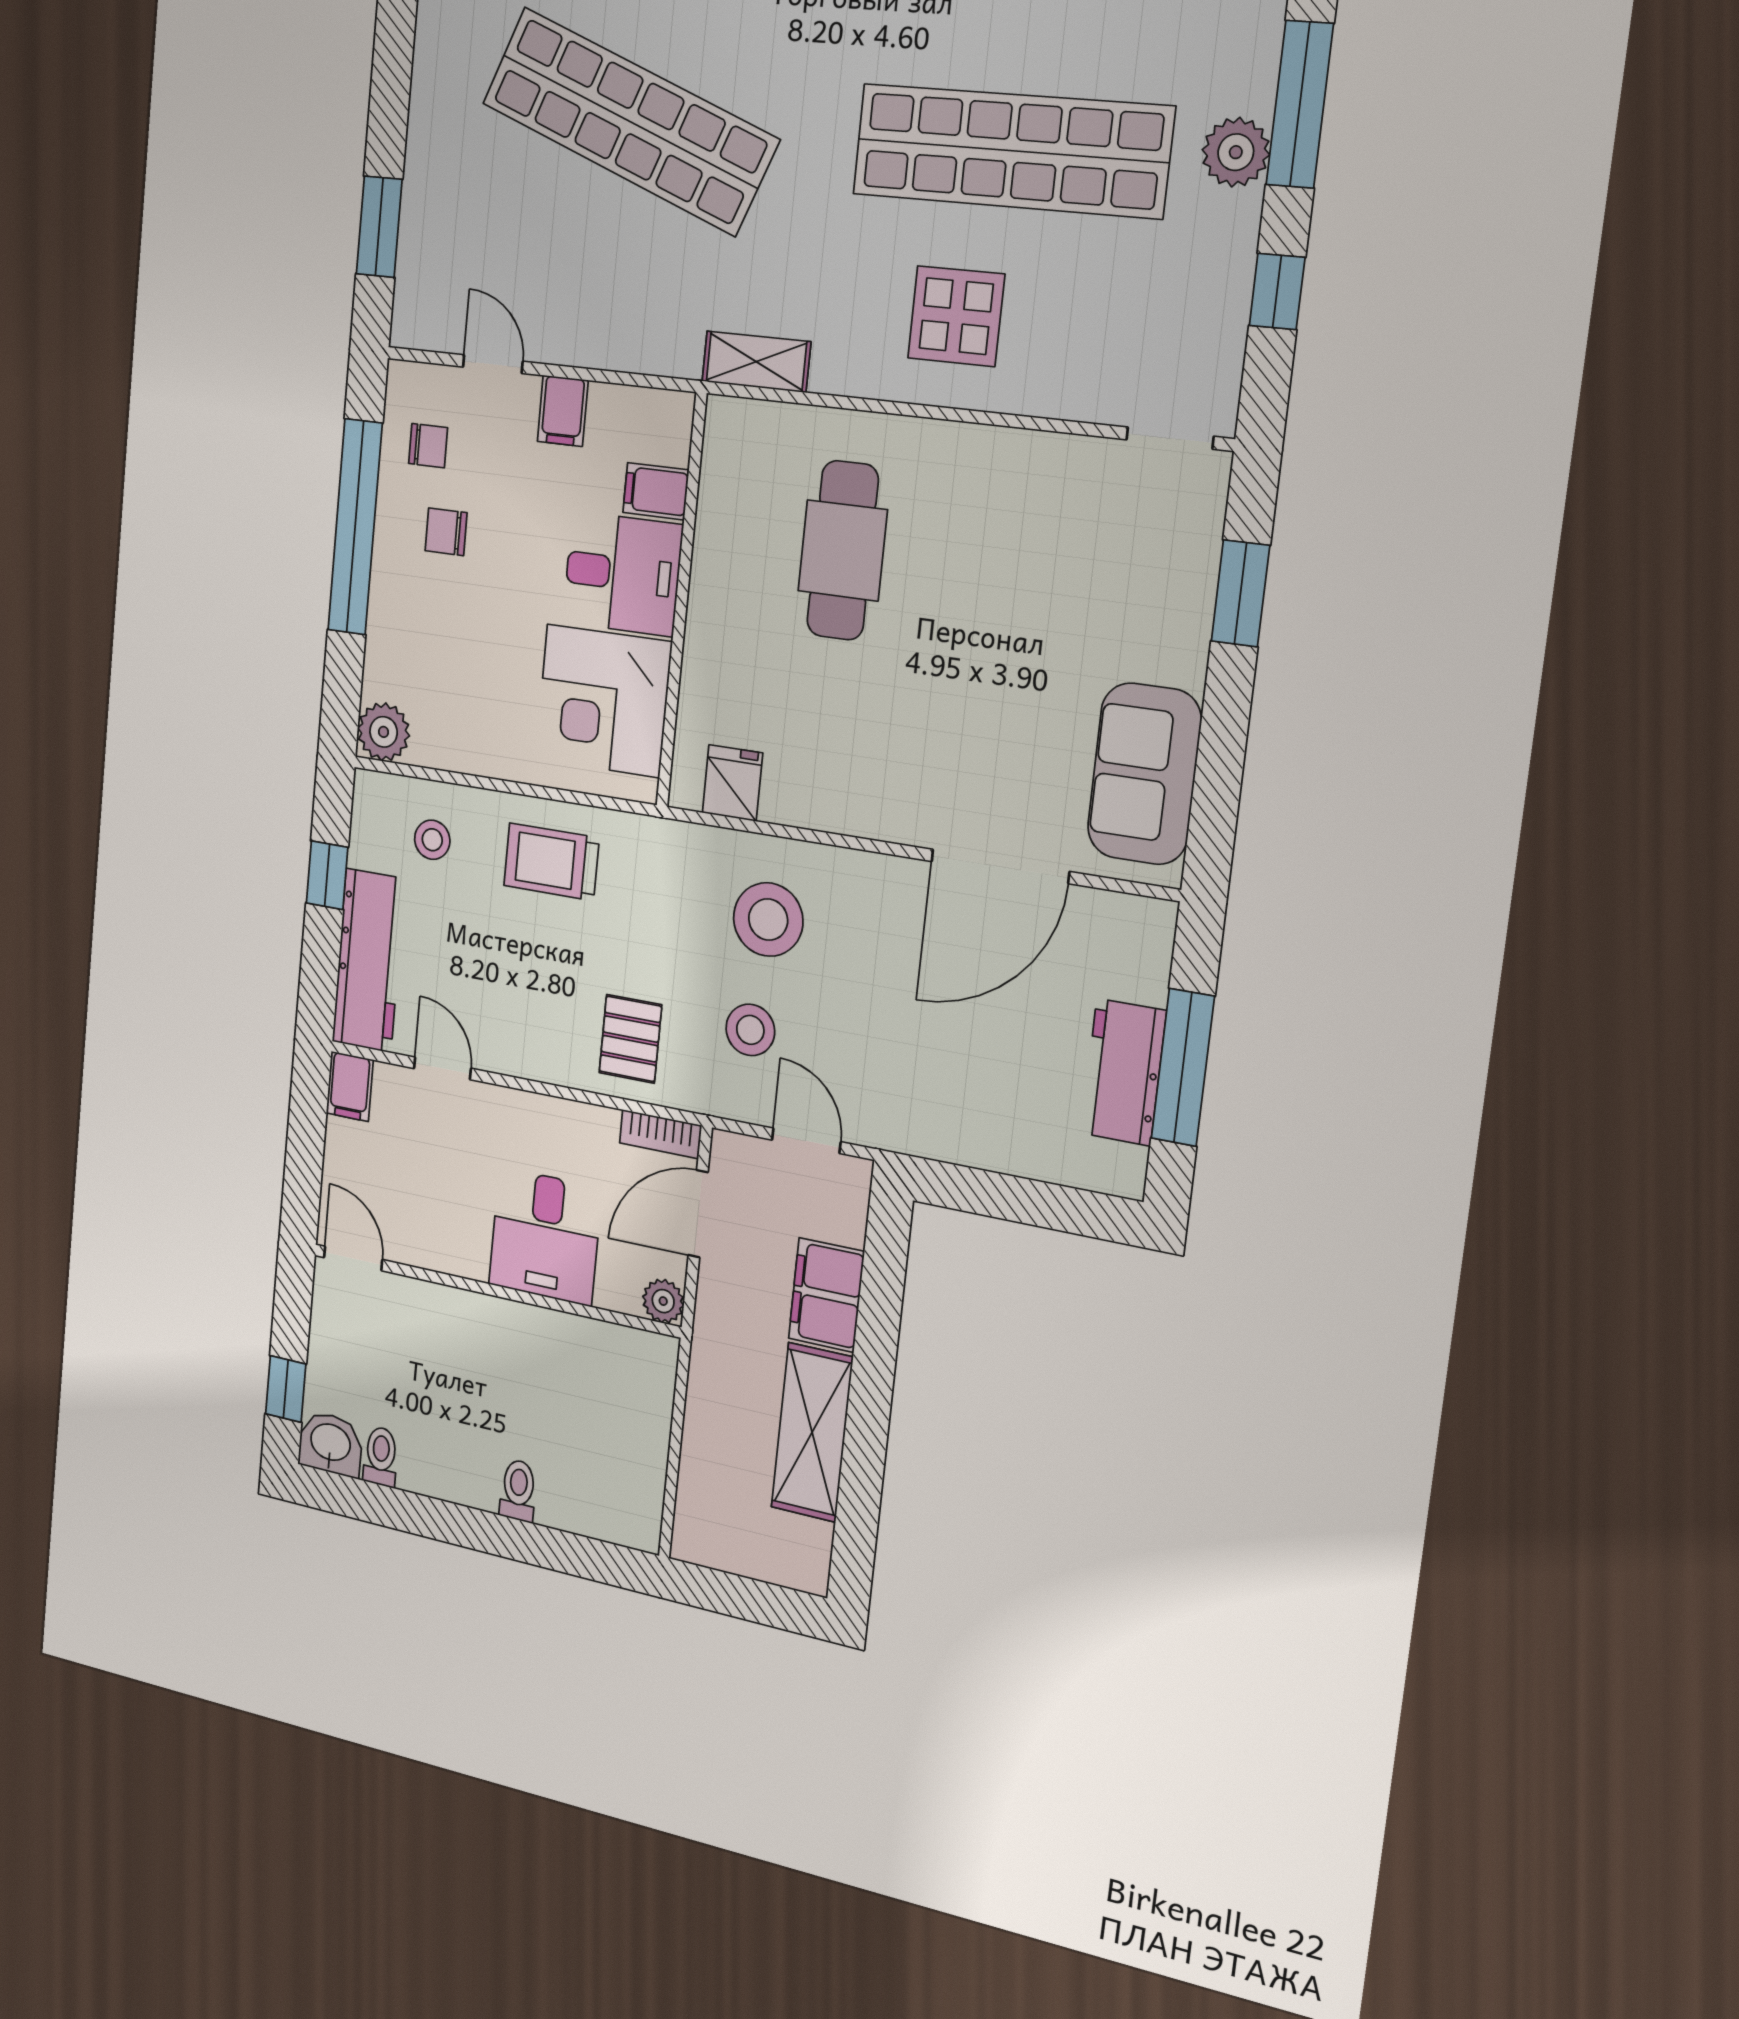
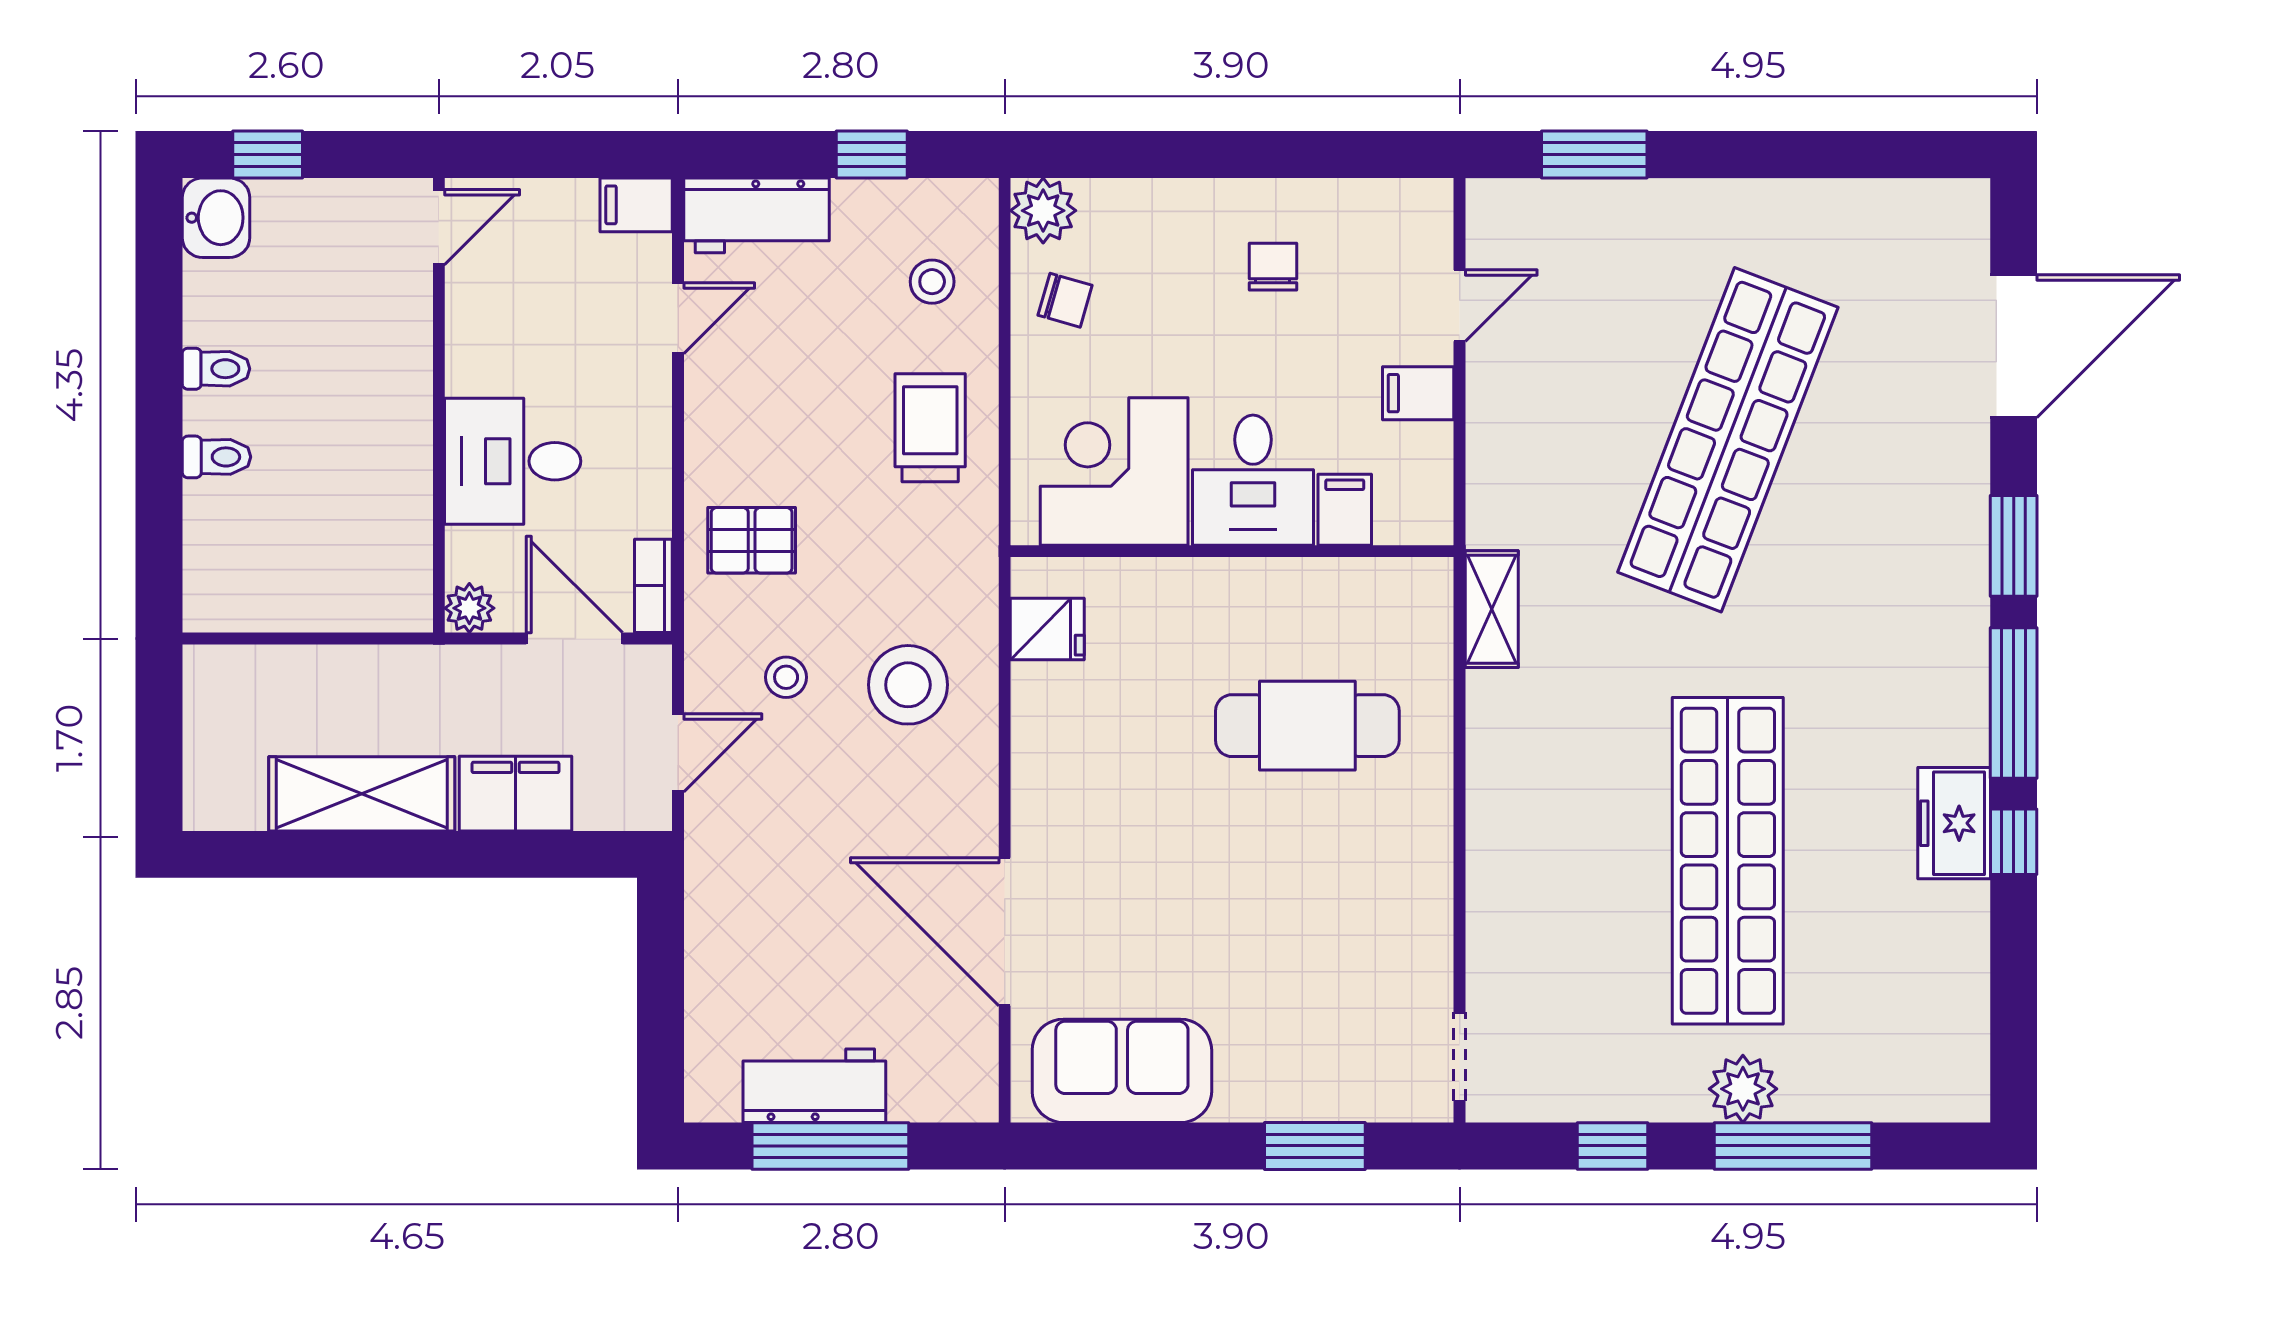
display table: (956, 316) -> (1559, 821), removed
chair: (428, 446) -> (1065, 300), moved, turned -74
window: (355, 527) -> (1265, 155), removed
workbench: (369, 961) -> (756, 215), width x0.73
stool: (750, 1030) -> (786, 677), width x0.73, depth x0.73
toilet: (381, 1456) -> (216, 369), moved

